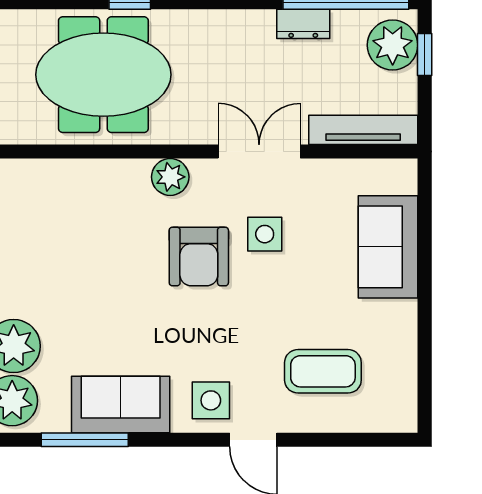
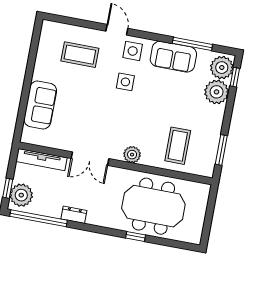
dresser: (303, 24) -> (74, 215), moved
coffee table: (76, 215) -> (178, 146), added
side table: (265, 234) -> (125, 82), moved
armchair: (199, 256) -> (126, 117), removed

